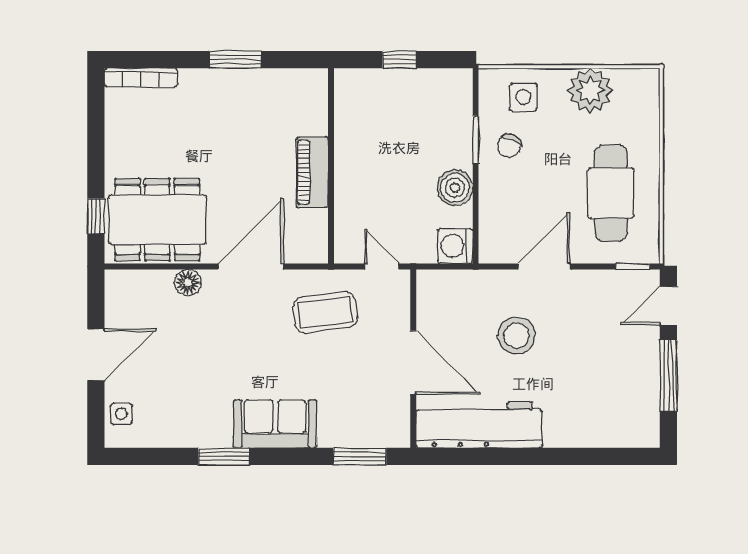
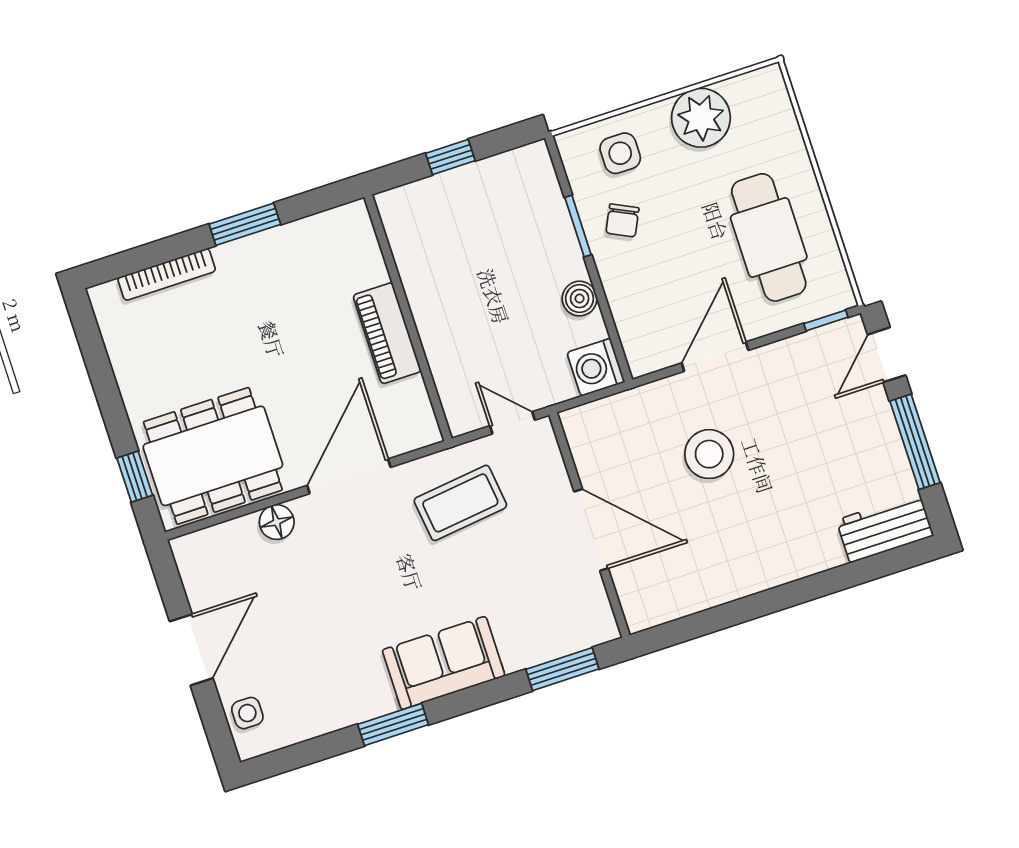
bookcase: (141, 77) -> (167, 274), moved
boiler: (455, 188) -> (580, 299), width x0.73, depth x0.73
workbench: (479, 425) -> (885, 528), moved, width x0.53, depth x0.76

